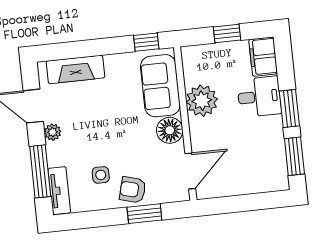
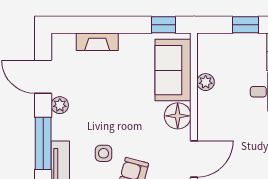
fireplace: (75, 69) -> (97, 42), width x0.73, depth x0.76
plant: (202, 101) -> (206, 82), width x0.53, depth x0.53

